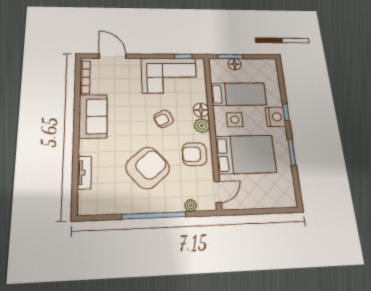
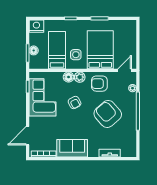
nightstand: (275, 117) -> (36, 26), moved
armchair: (194, 154) -> (99, 84), turned 90
door: (218, 192) -> (125, 70), hinge flipped

